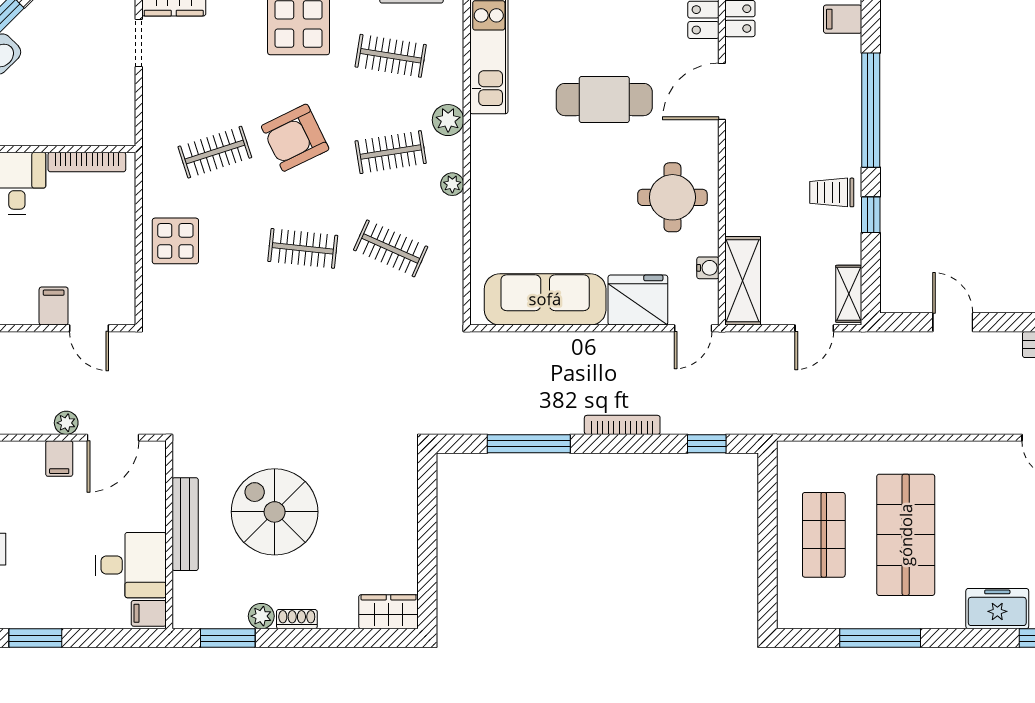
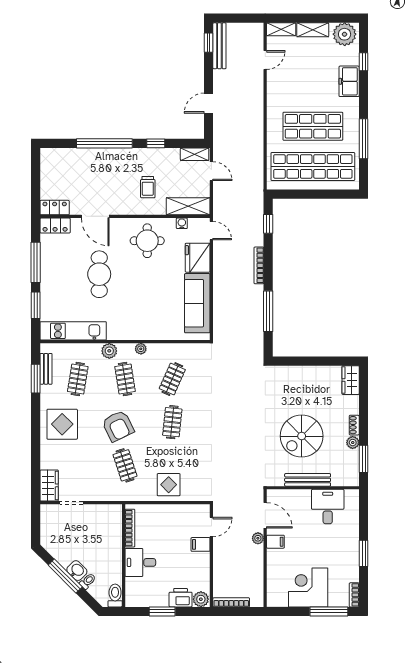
filing cabinet: (843, 19) -> (60, 157), removed
trolley: (832, 192) -> (148, 187), moved
shop shelf: (824, 535) -> (313, 166), width x2.00, depth x1.36
filing cabinet: (149, 613) -> (351, 498), removed

